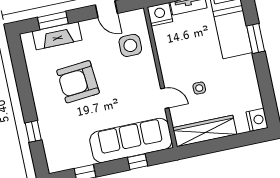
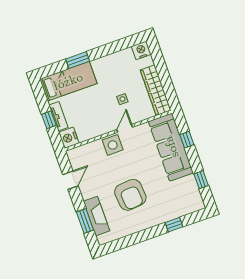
side table: (130, 45) -> (113, 145), moved
door: (165, 98) -> (125, 128), moved

